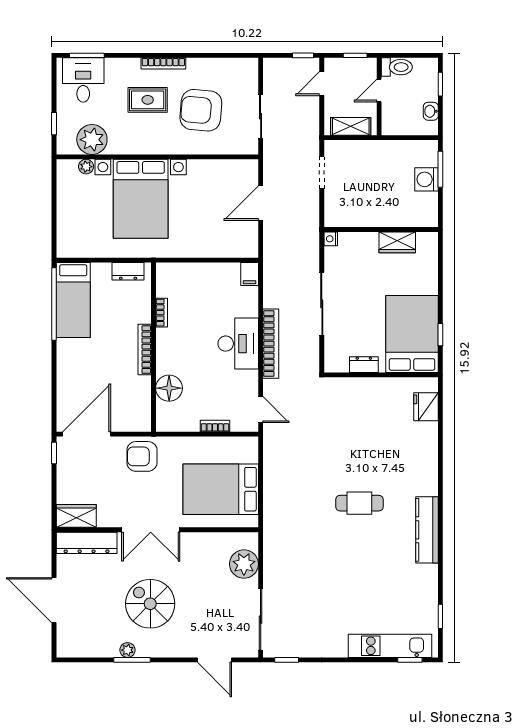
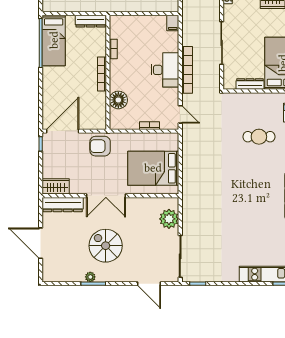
dresser: (128, 271) -> (91, 21), width x1.44
dresser: (364, 365) -> (250, 84), width x1.44
cafe table: (359, 503) -> (259, 137), moved

